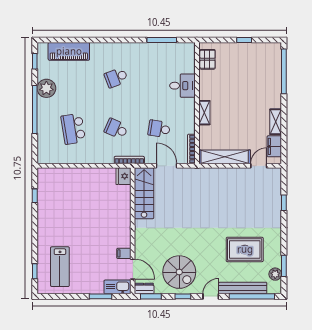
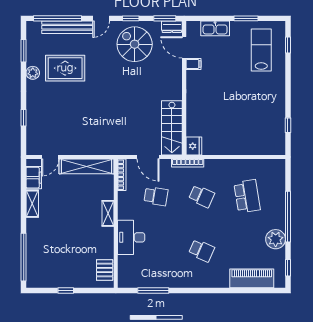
school desk: (116, 78) -> (202, 251), turned 45
desk: (182, 86) -> (131, 237), width x1.37
plant: (275, 274) -> (33, 73), moved
kitchen sink: (117, 287) -> (215, 28), moved
window: (101, 296) -> (246, 18), moved

